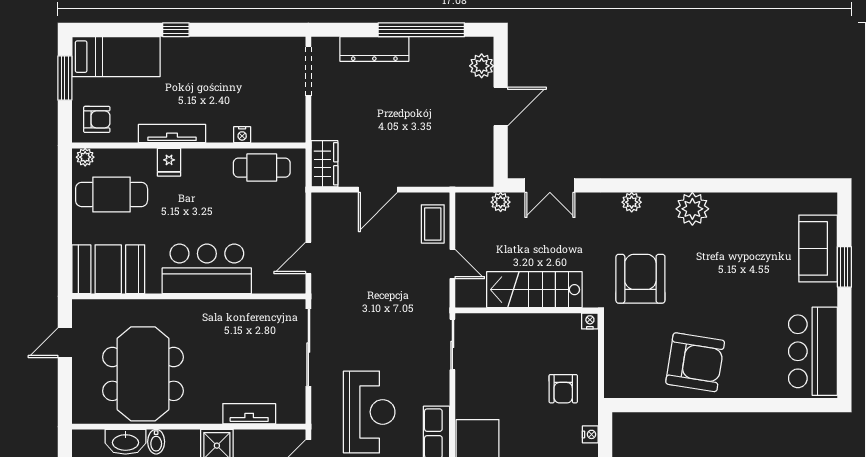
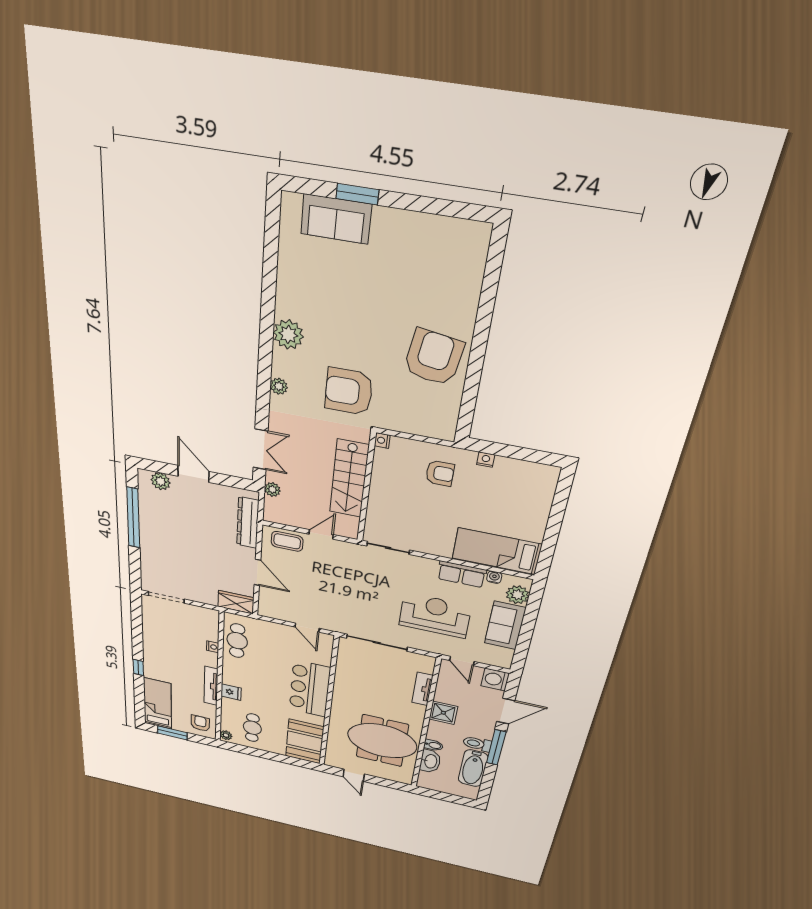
dresser: (374, 49) -> (248, 523), moved, turned 180
cafe table: (112, 194) -> (252, 728), width x0.73, depth x0.74
bar counter: (813, 351) -> (440, 241), removed

